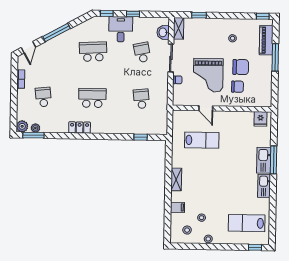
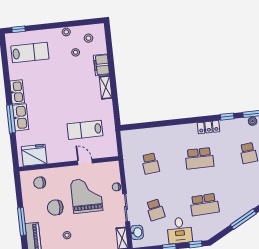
chair: (238, 87) -> (40, 183), moved
fridge: (261, 119) -> (34, 155), width x1.88, depth x1.34
window: (141, 137) -> (227, 117), moved
filing cabinet: (177, 207) -> (101, 65), width x2.00

